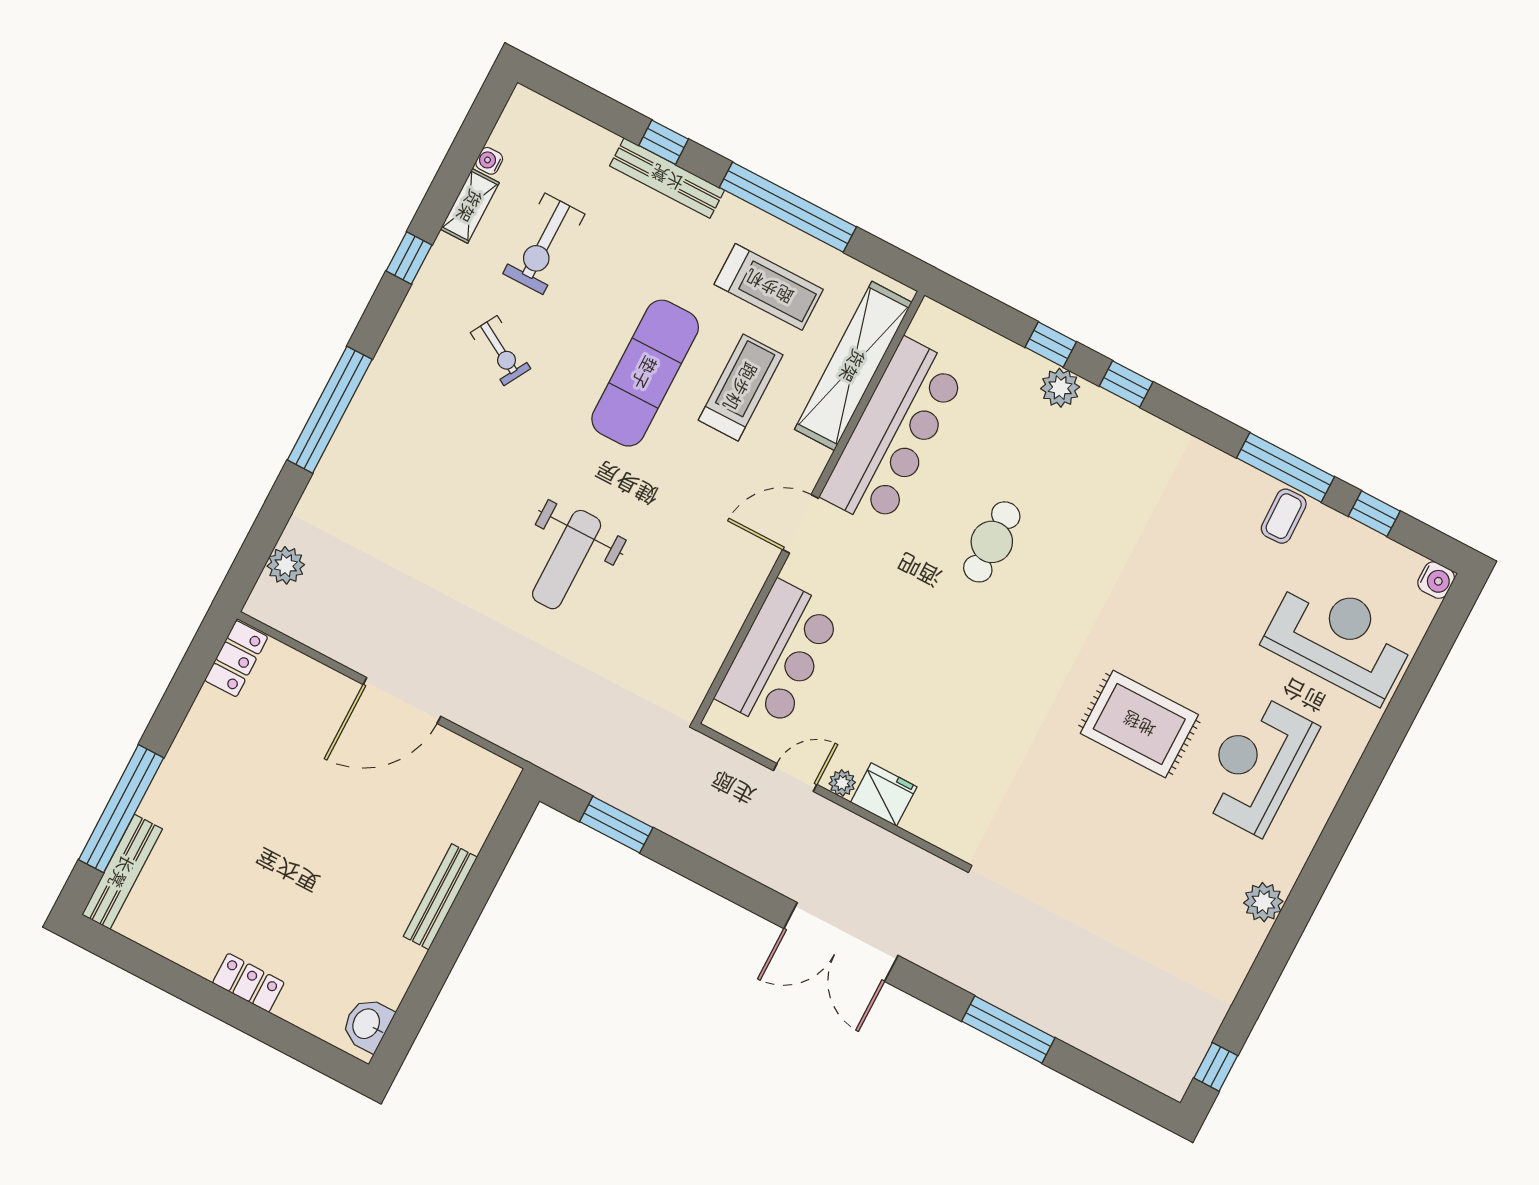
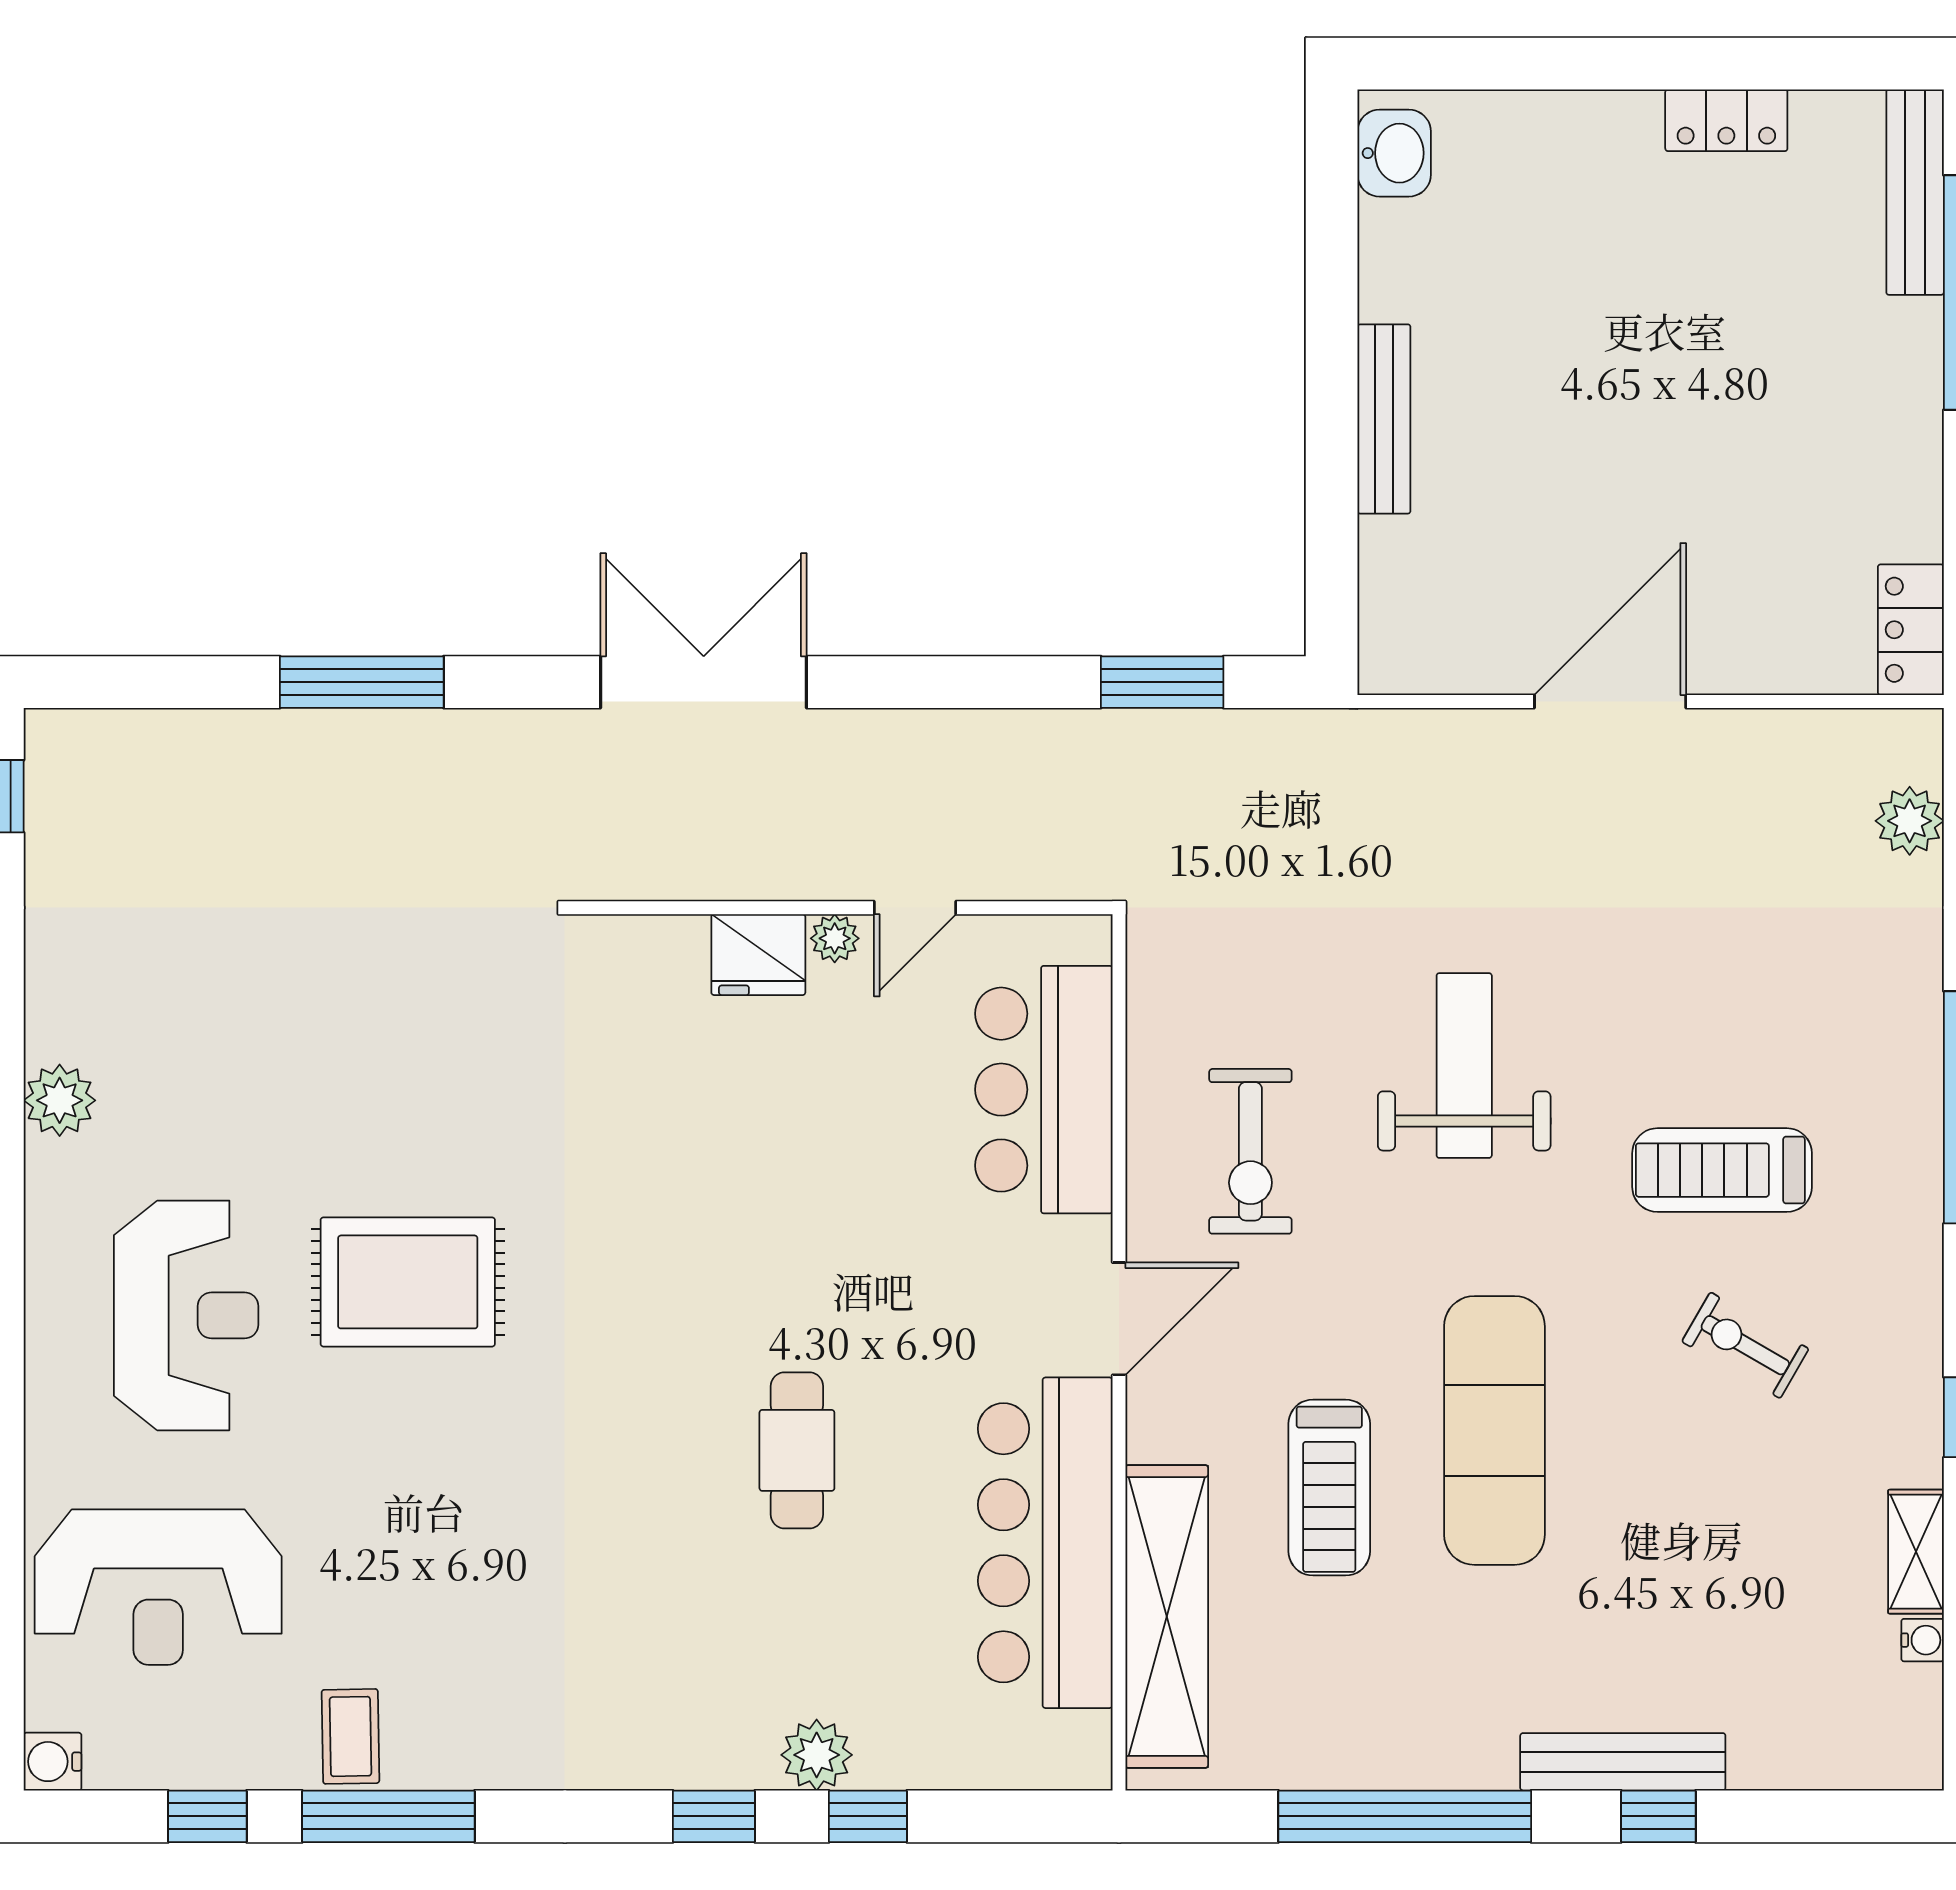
exercise bike: (544, 244) -> (1250, 1151), moved, turned 180
treadmill: (769, 287) -> (1722, 1170), moved
locker: (248, 983) -> (1726, 120), moved

